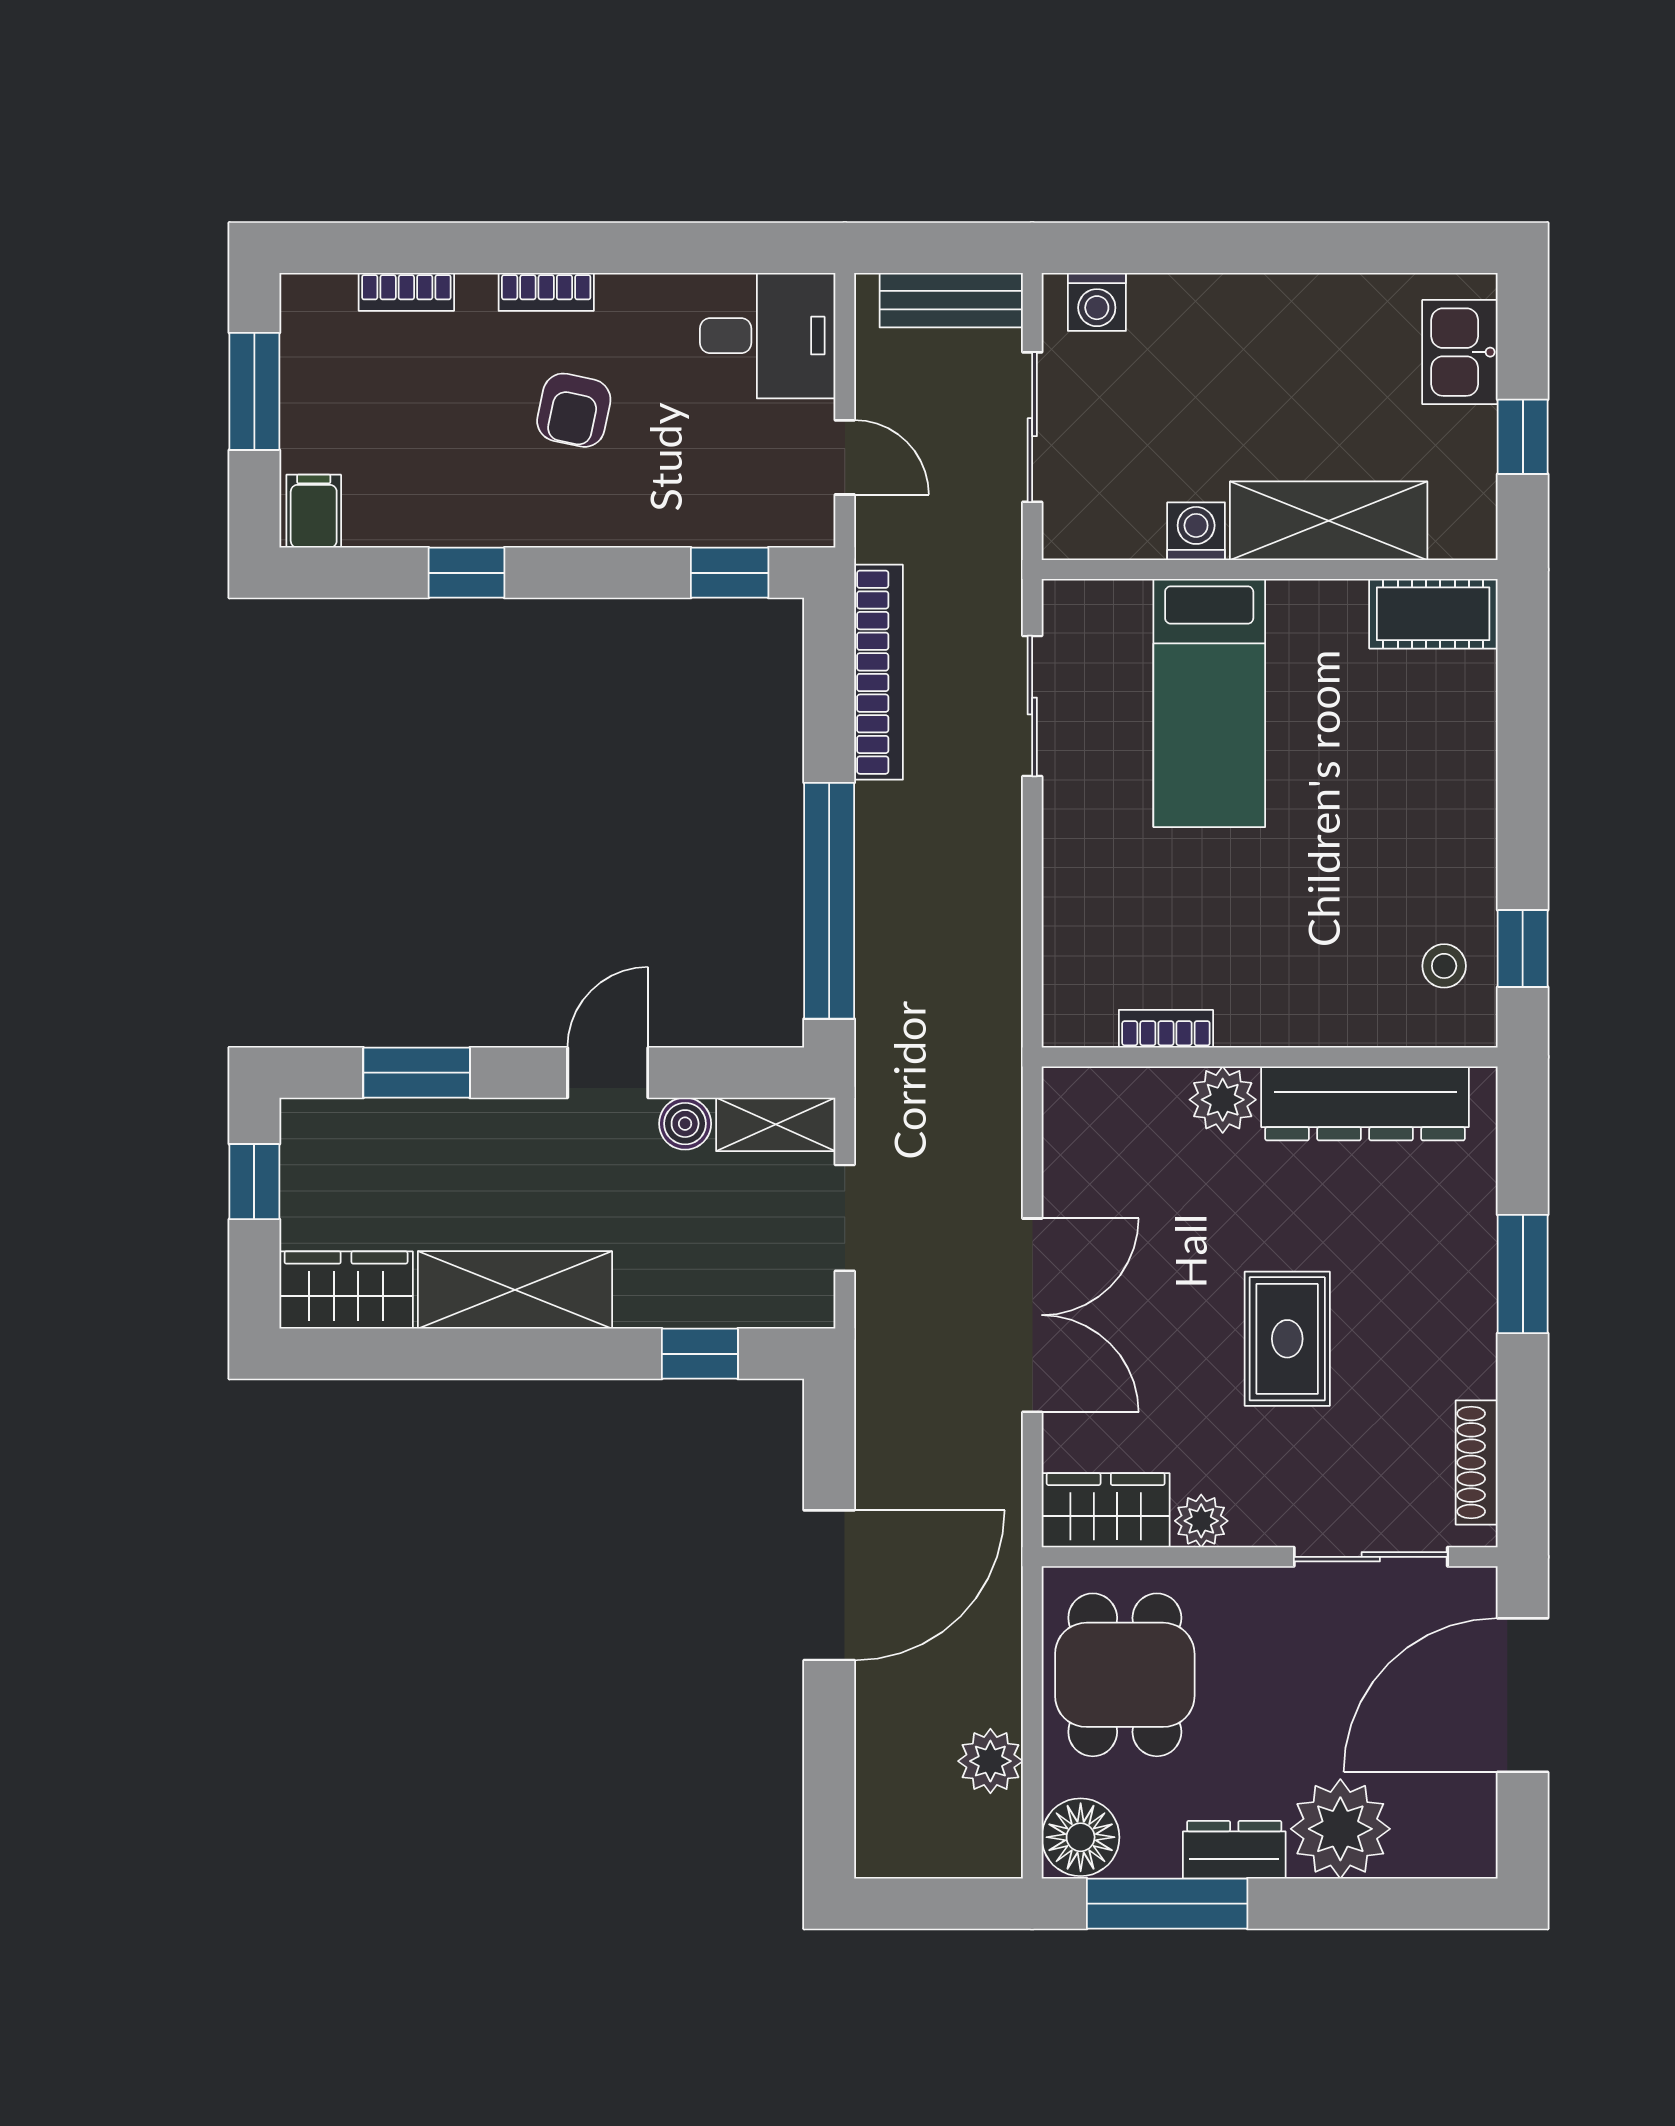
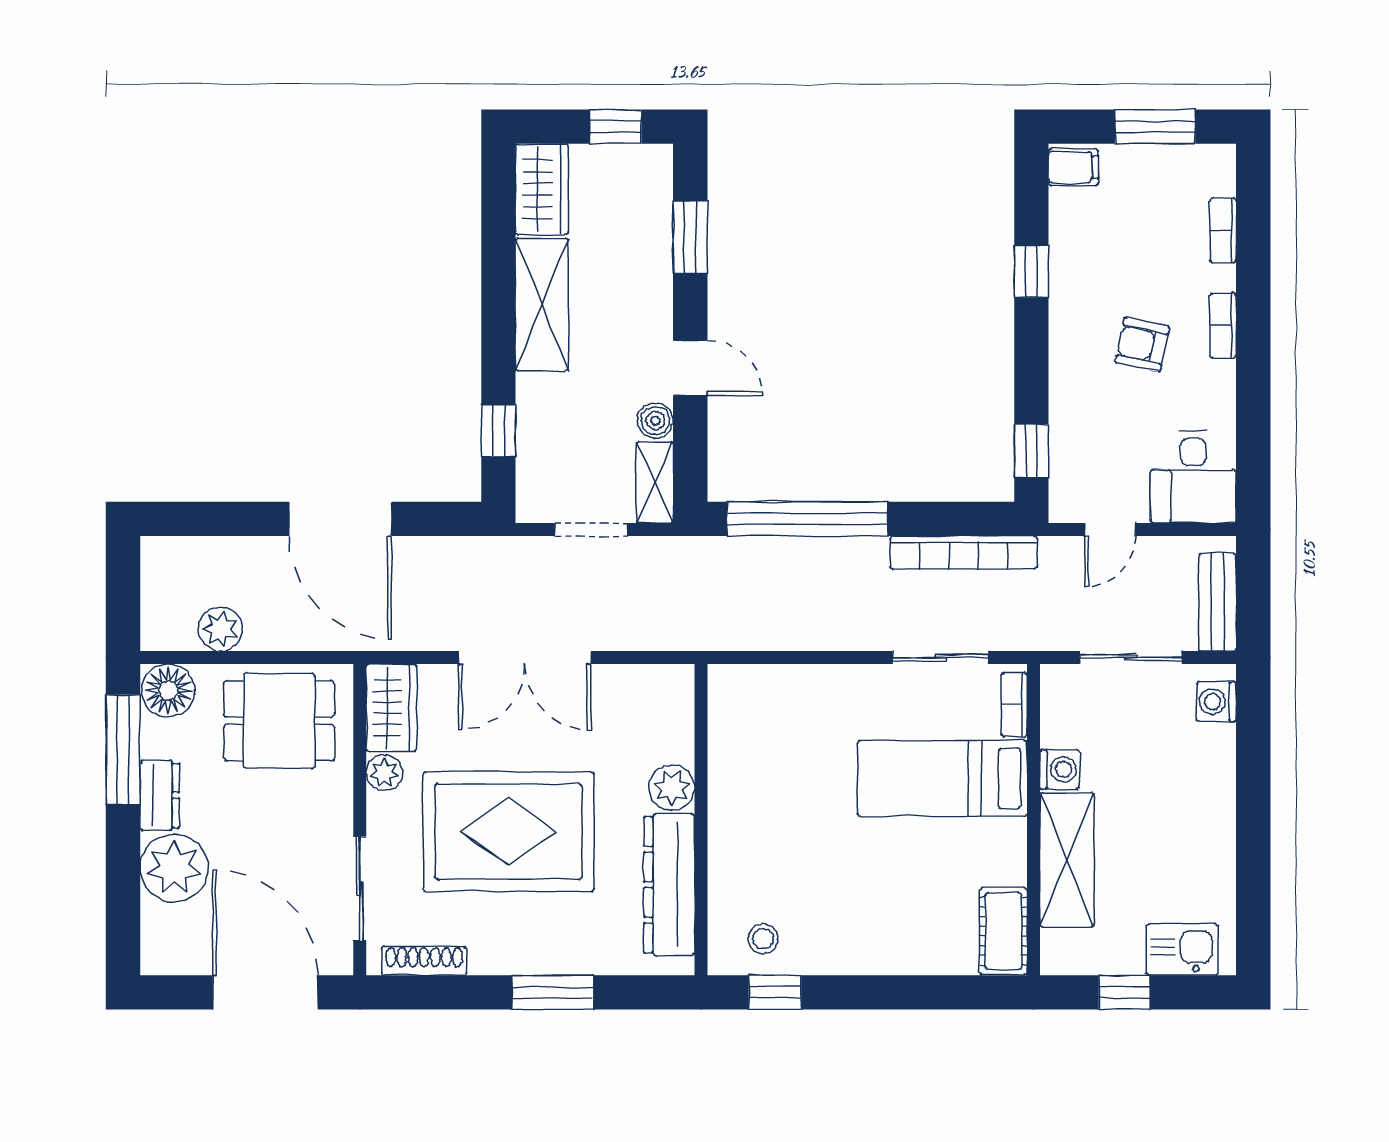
bookcase: (1166, 1029) -> (1014, 705), moved, turned 180
rug: (1287, 1339) -> (509, 832), width x1.86, depth x2.06

